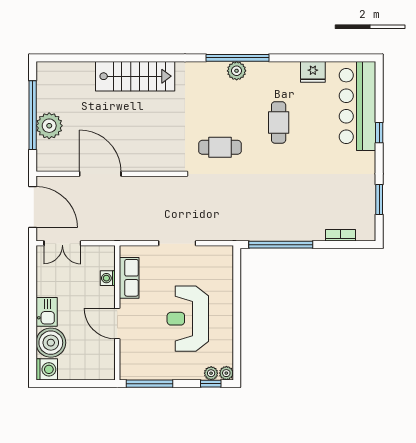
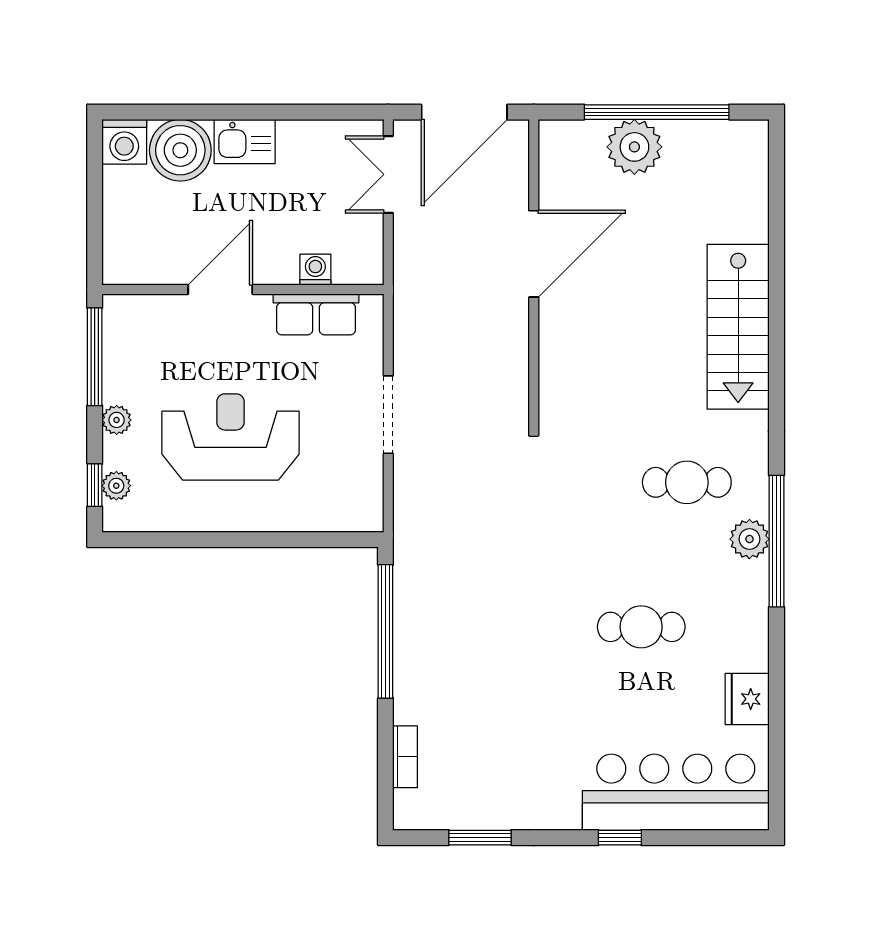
cafe table: (220, 147) -> (687, 482), moved, turned 90
plant: (226, 373) -> (117, 420), moved

